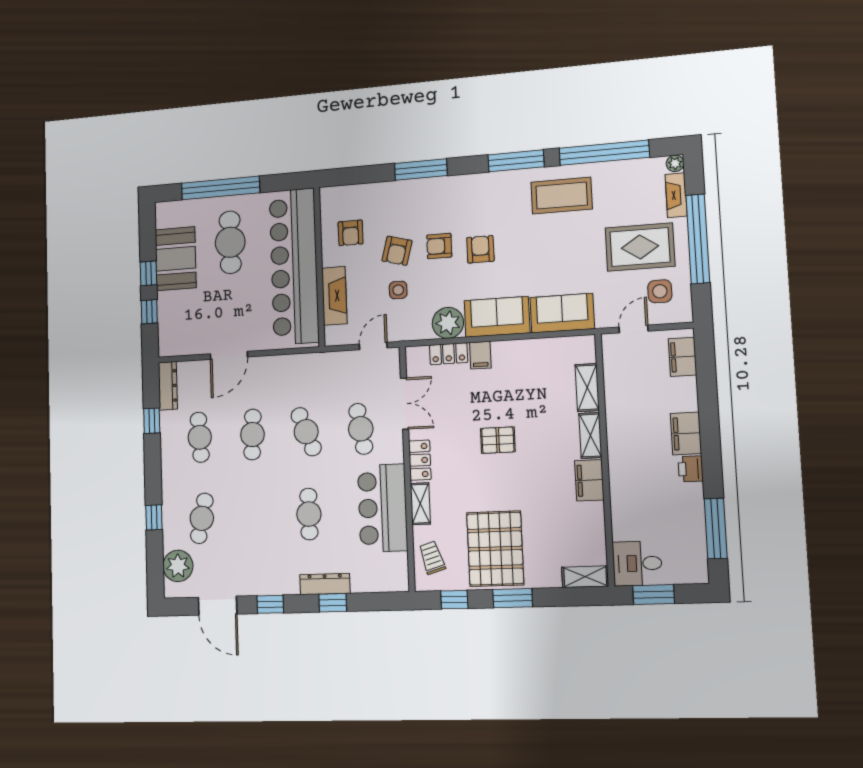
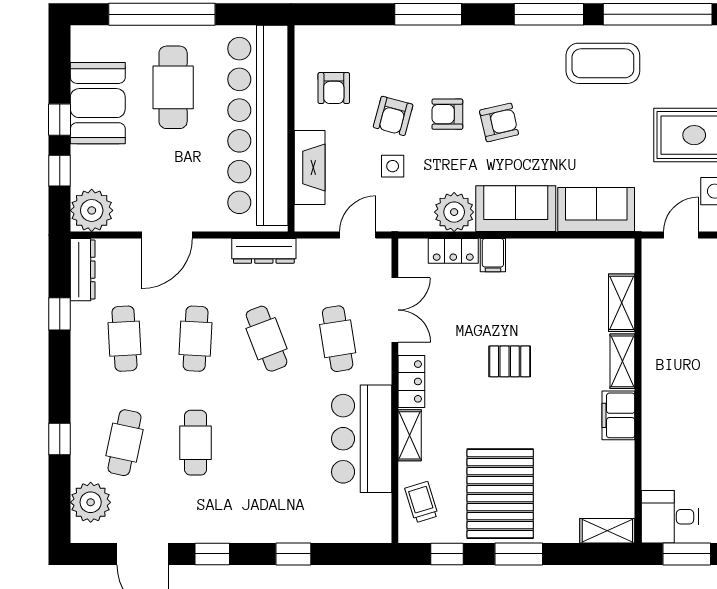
armchair: (480, 249) -> (499, 122), turned 77
plant: (173, 340) -> (92, 210), added
cafe table: (309, 514) -> (196, 443), moved
dresser: (325, 584) -> (264, 251), moved, turned 180

